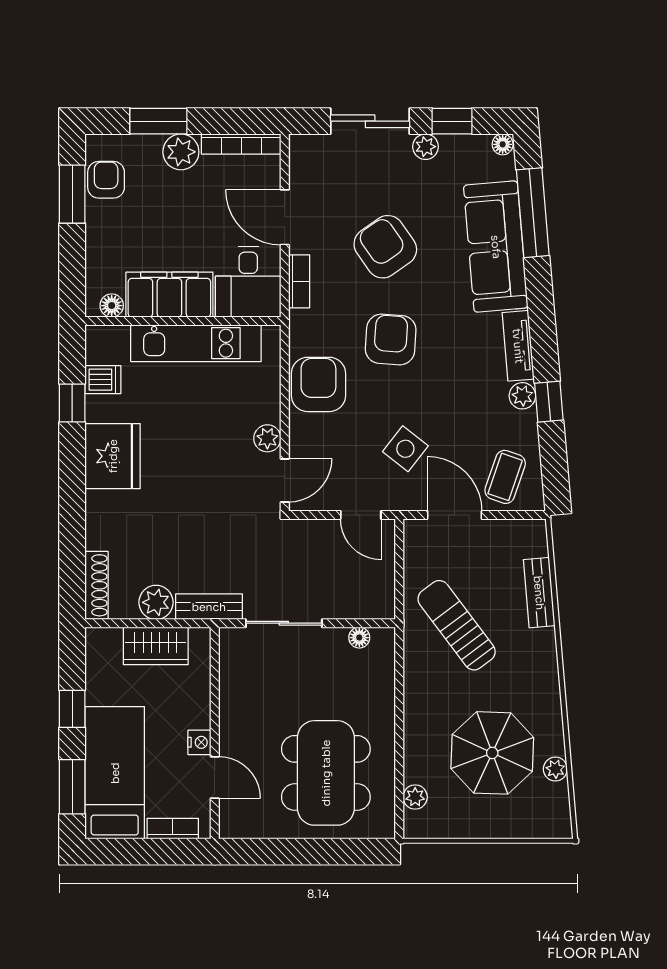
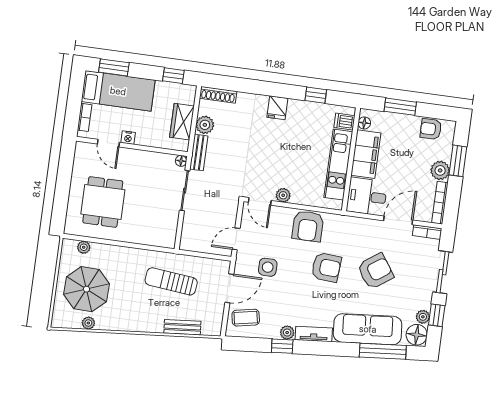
floor lamp: (503, 144) -> (417, 335), width x1.89, depth x1.89
plant: (426, 147) -> (423, 317), moved
armchair: (106, 180) -> (431, 129), turned 180
window: (72, 194) -> (400, 107), moved
bookcase: (299, 281) -> (427, 232), moved
dishwasher: (103, 380) -> (344, 122), moved, turned 90
armchair: (318, 384) -> (308, 226), turned 90
side table: (405, 449) -> (268, 267), turned -38
fridge: (113, 456) -> (277, 108), width x0.53, depth x0.75
coffee table: (505, 477) -> (246, 318), turned -30
sun lounger: (457, 625) -> (171, 281), turned -137
floor lamp: (359, 638) -> (181, 161), moved
window: (72, 709) -> (173, 76), moved
parasol: (492, 753) -> (86, 289), moved
dining table: (326, 773) -> (103, 202), width x0.73
door: (215, 777) -> (108, 143), hinge flipped

